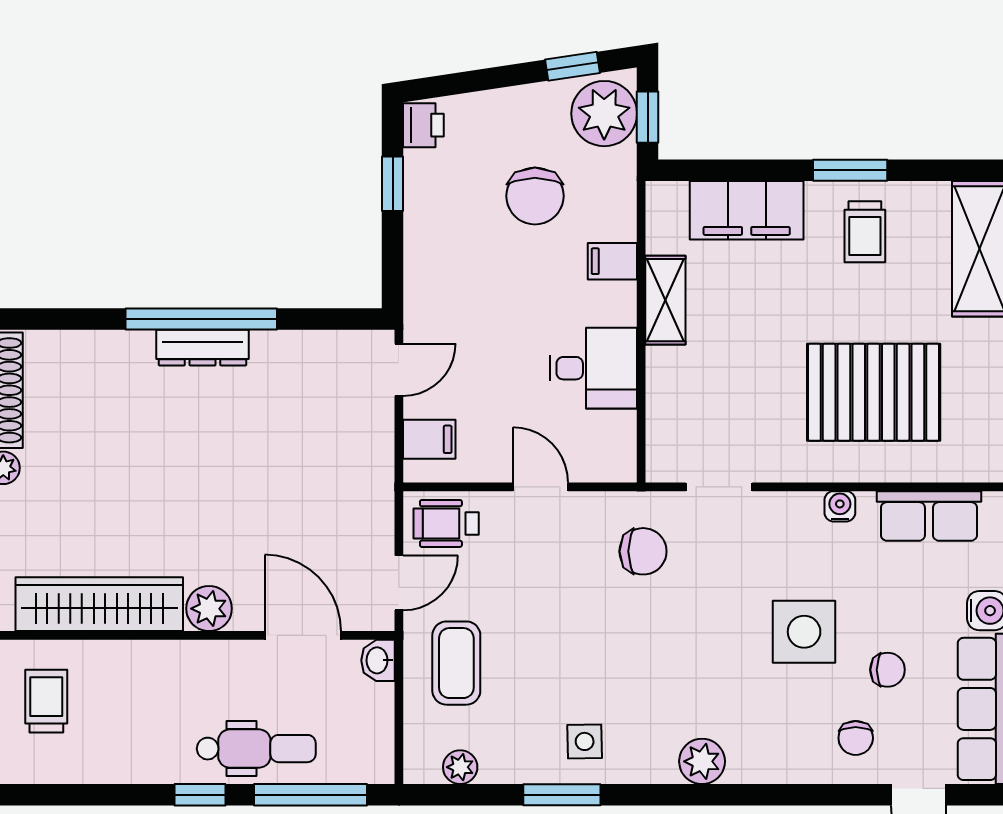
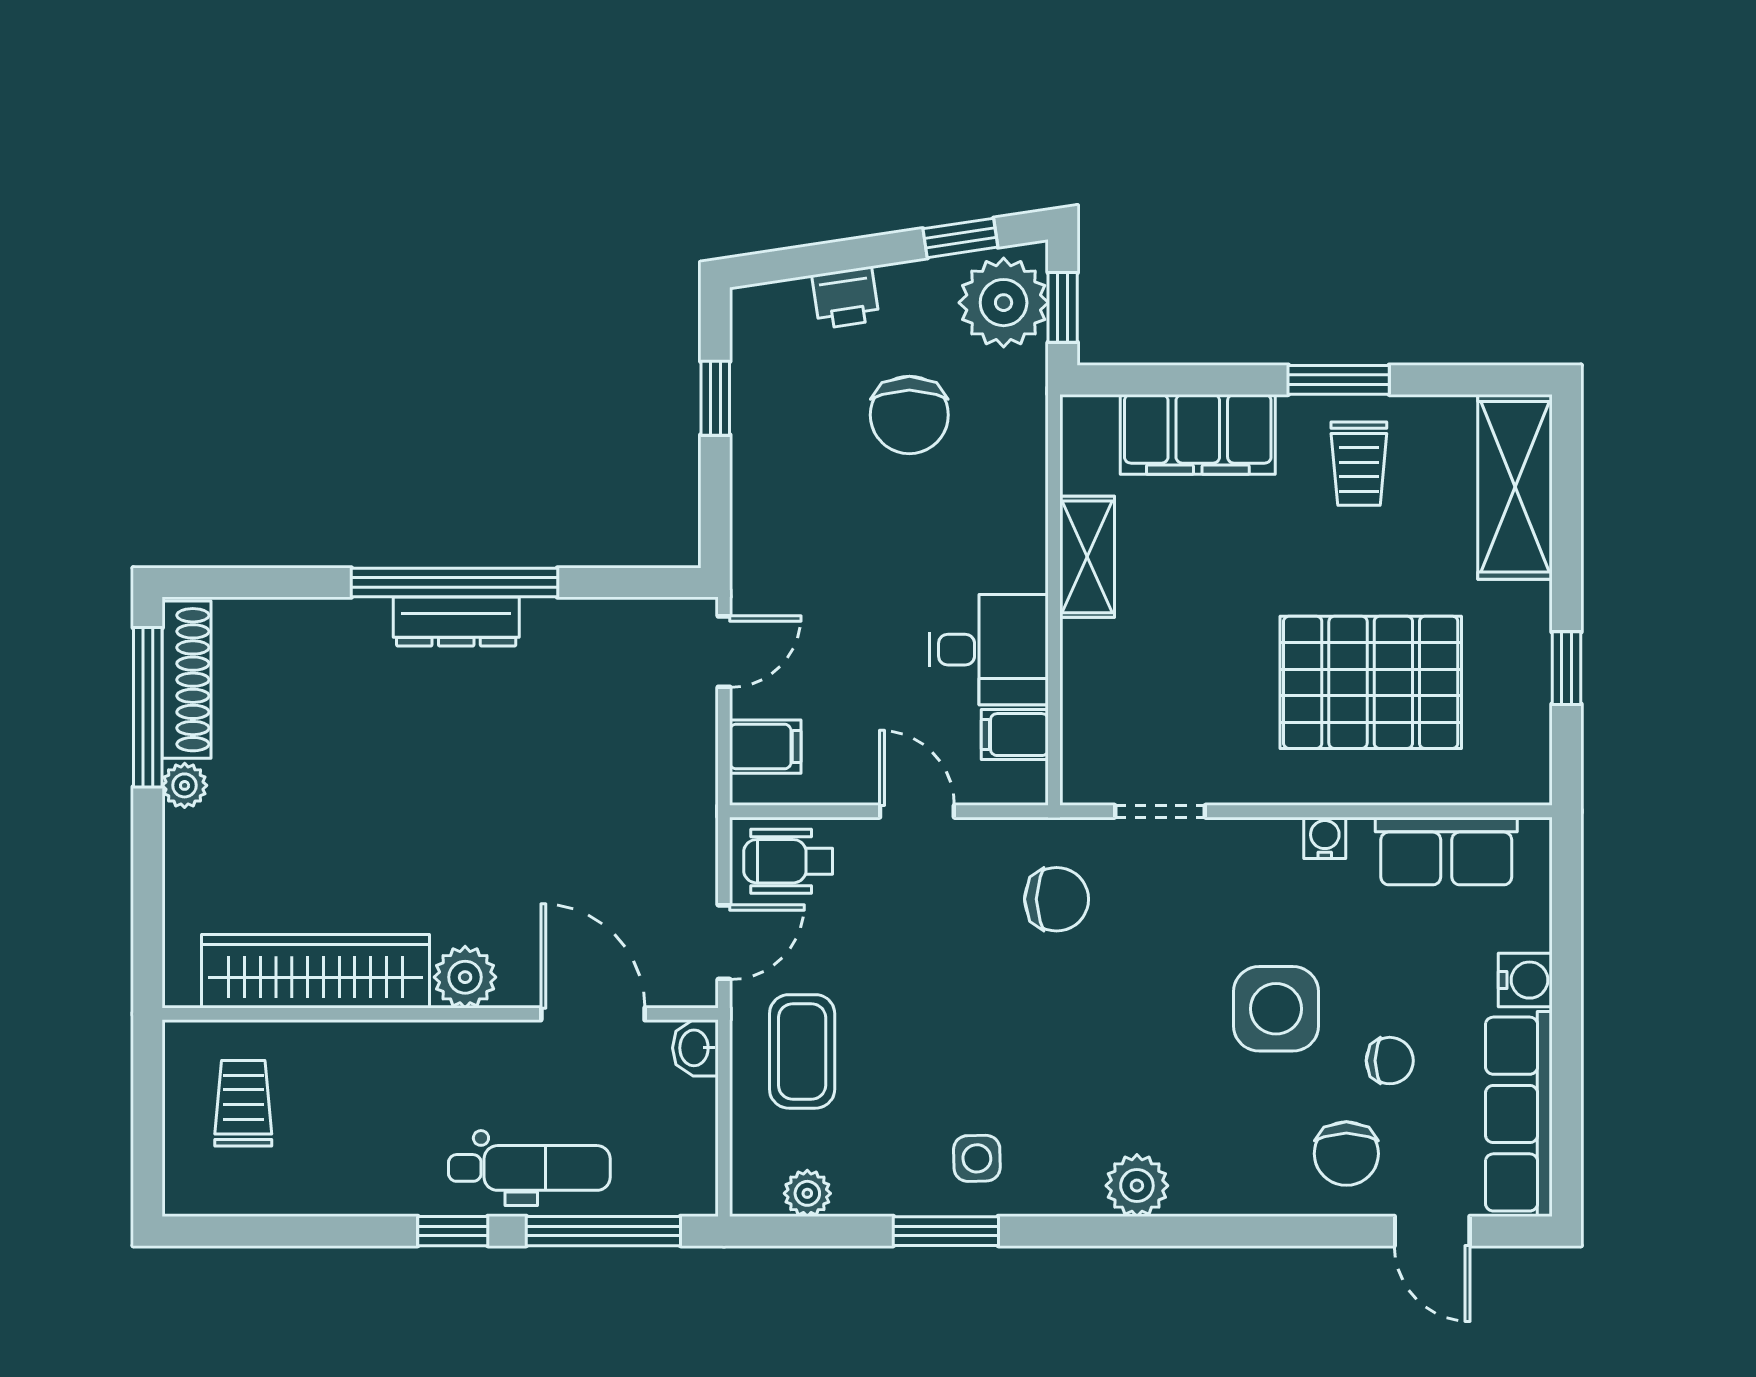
printer: (423, 125) -> (846, 298), moved, turned 81
filing cabinet: (612, 261) -> (1015, 735), moved
chair: (856, 738) -> (1346, 1154), width x1.37, depth x1.37

